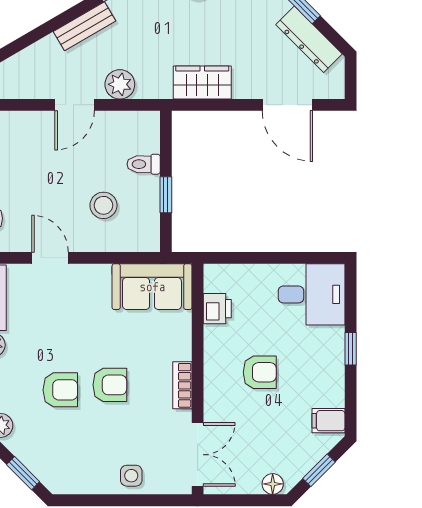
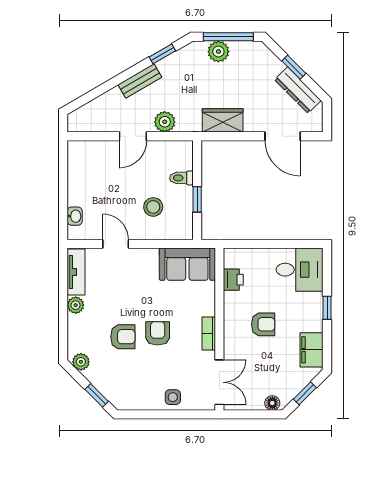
armchair: (110, 385) -> (158, 333), turned -90
filing cabinet: (328, 421) -> (312, 350), width x2.00

